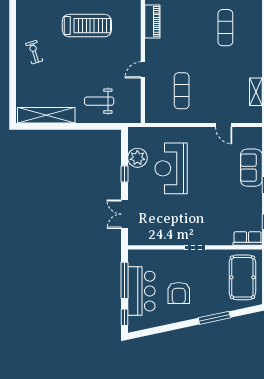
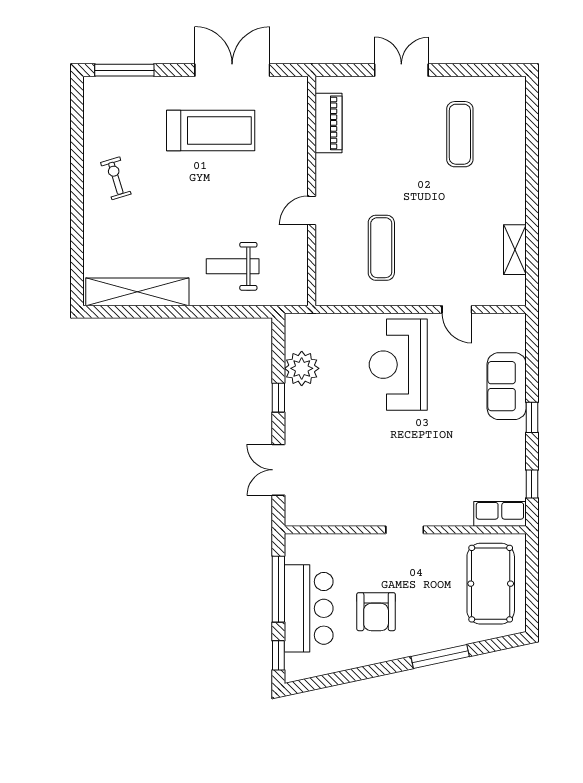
reception desk: (171, 168) -> (398, 365), moved

